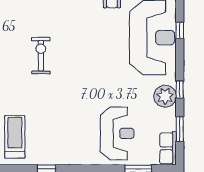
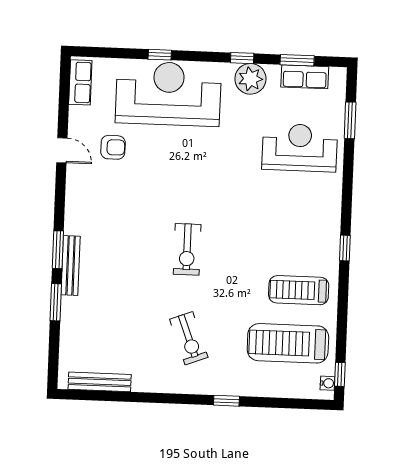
exercise bike: (41, 56) -> (187, 249), turned -90
row of seats: (168, 148) -> (305, 77), moved

